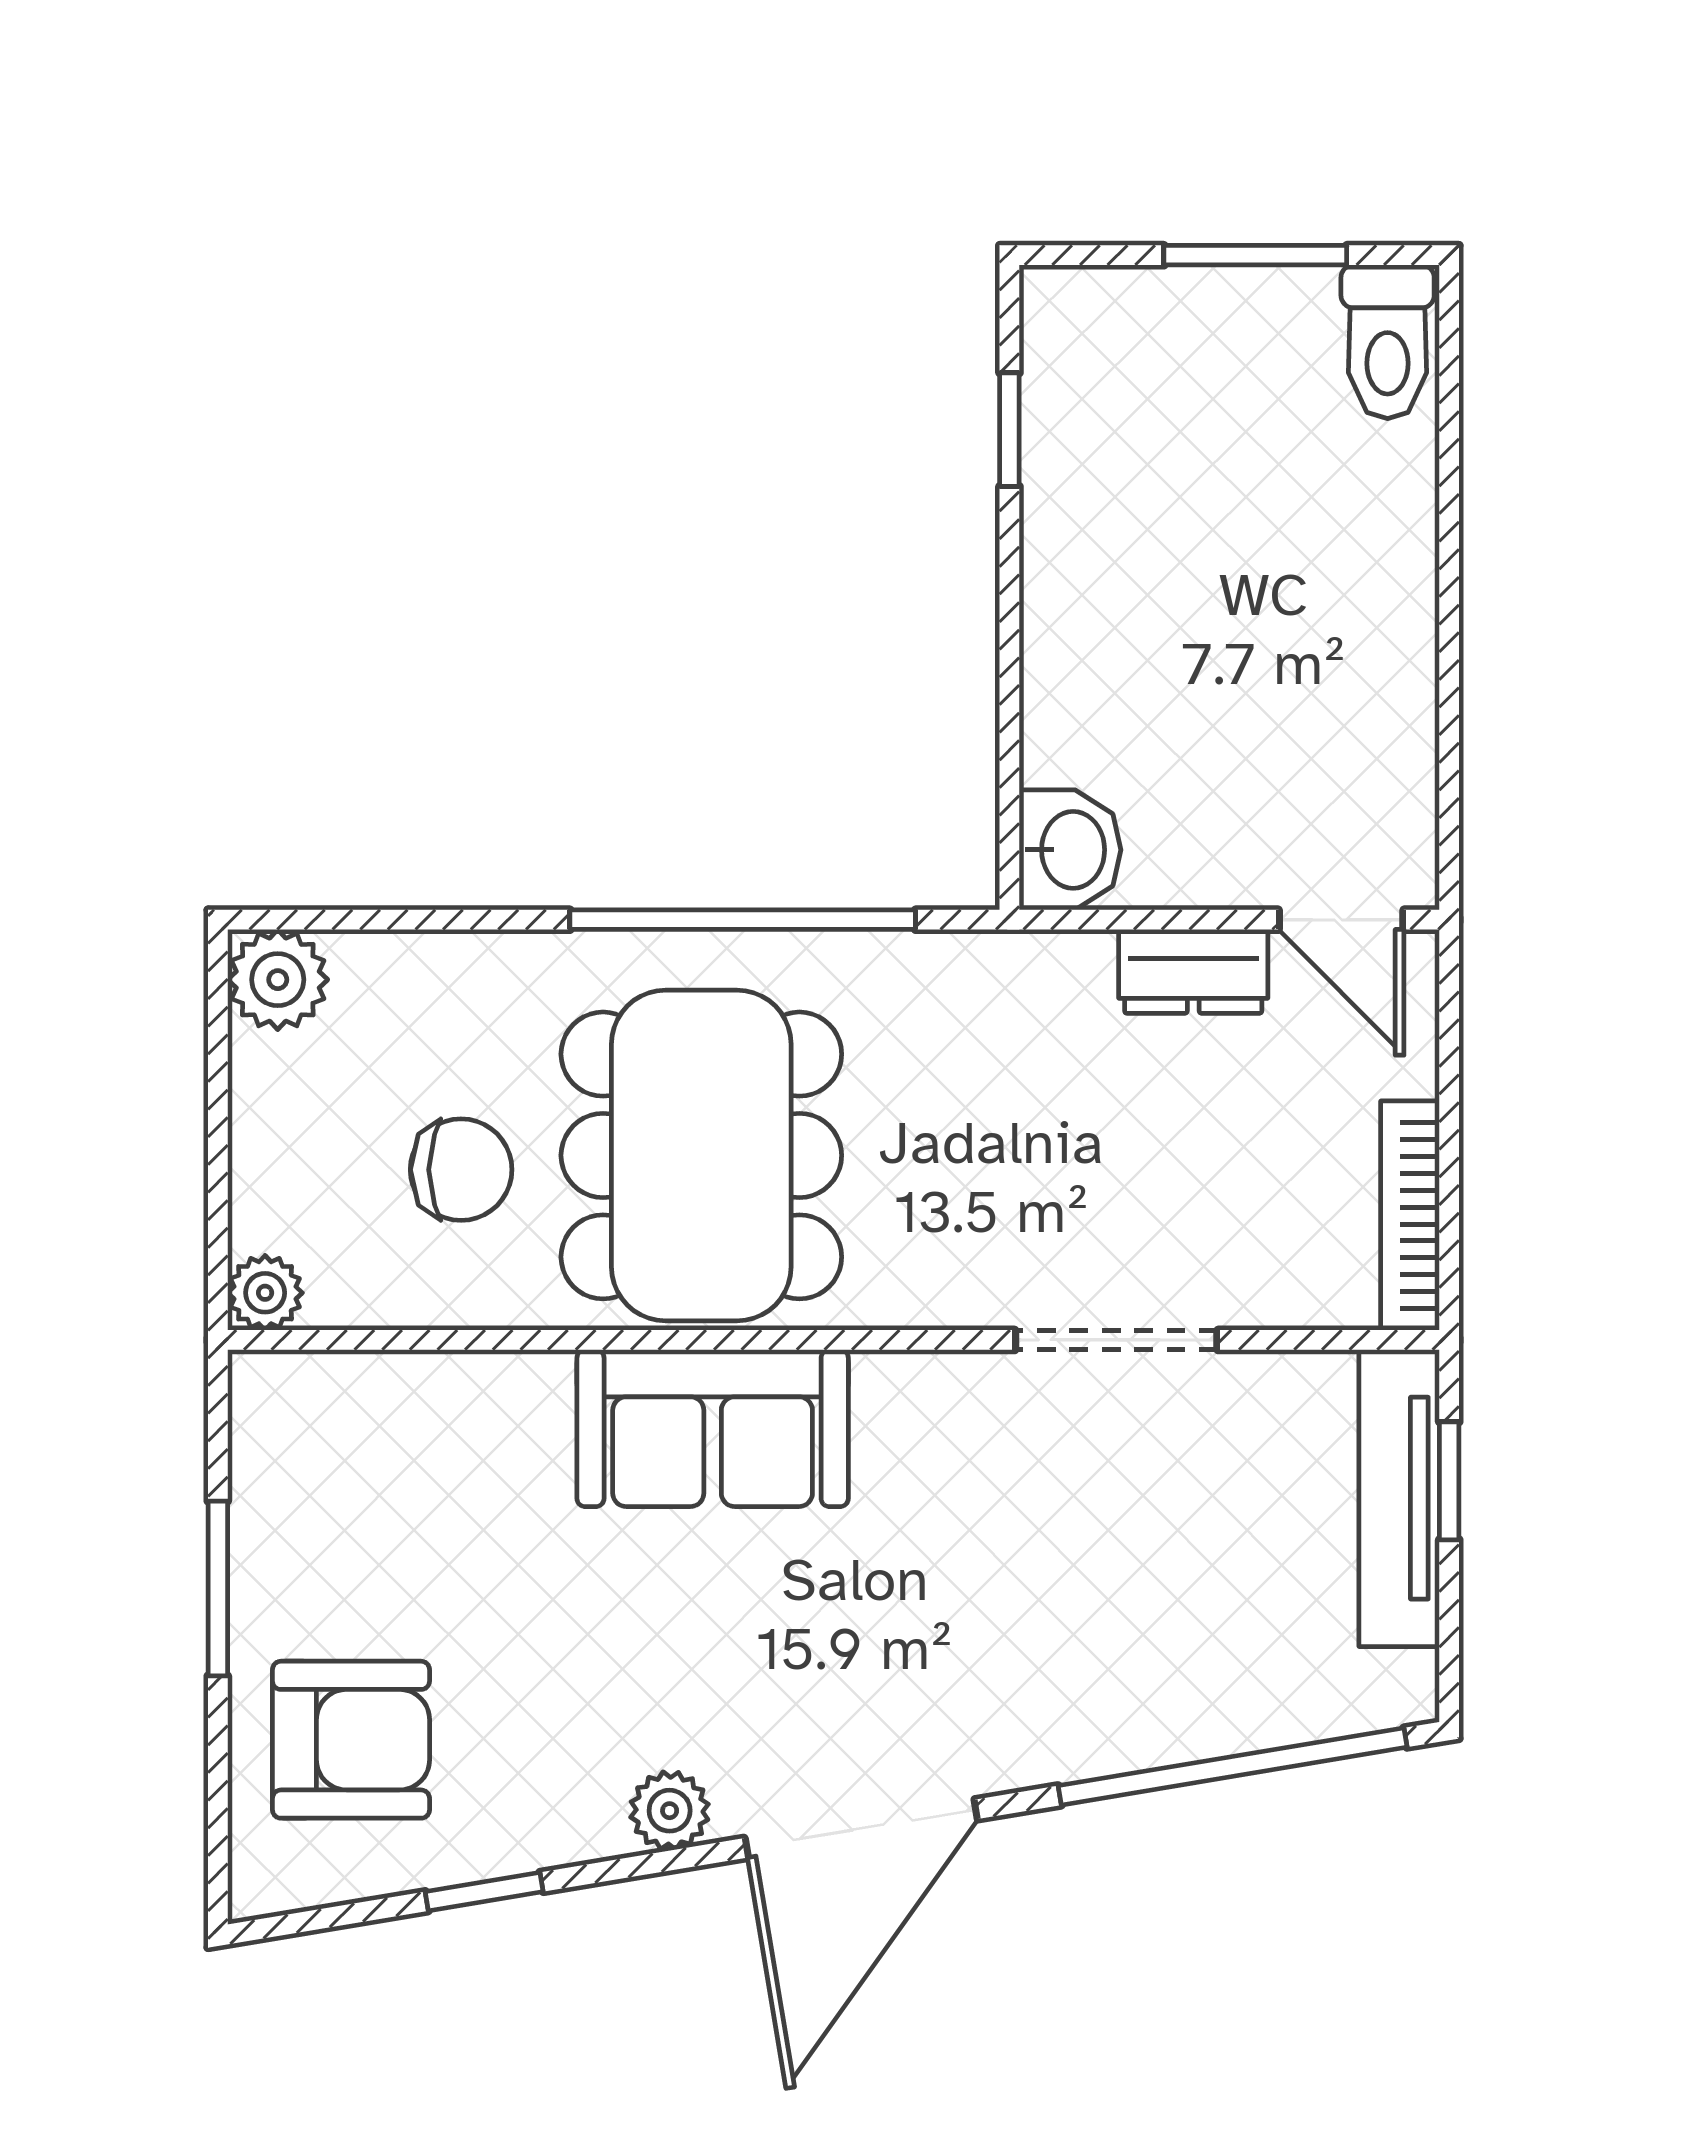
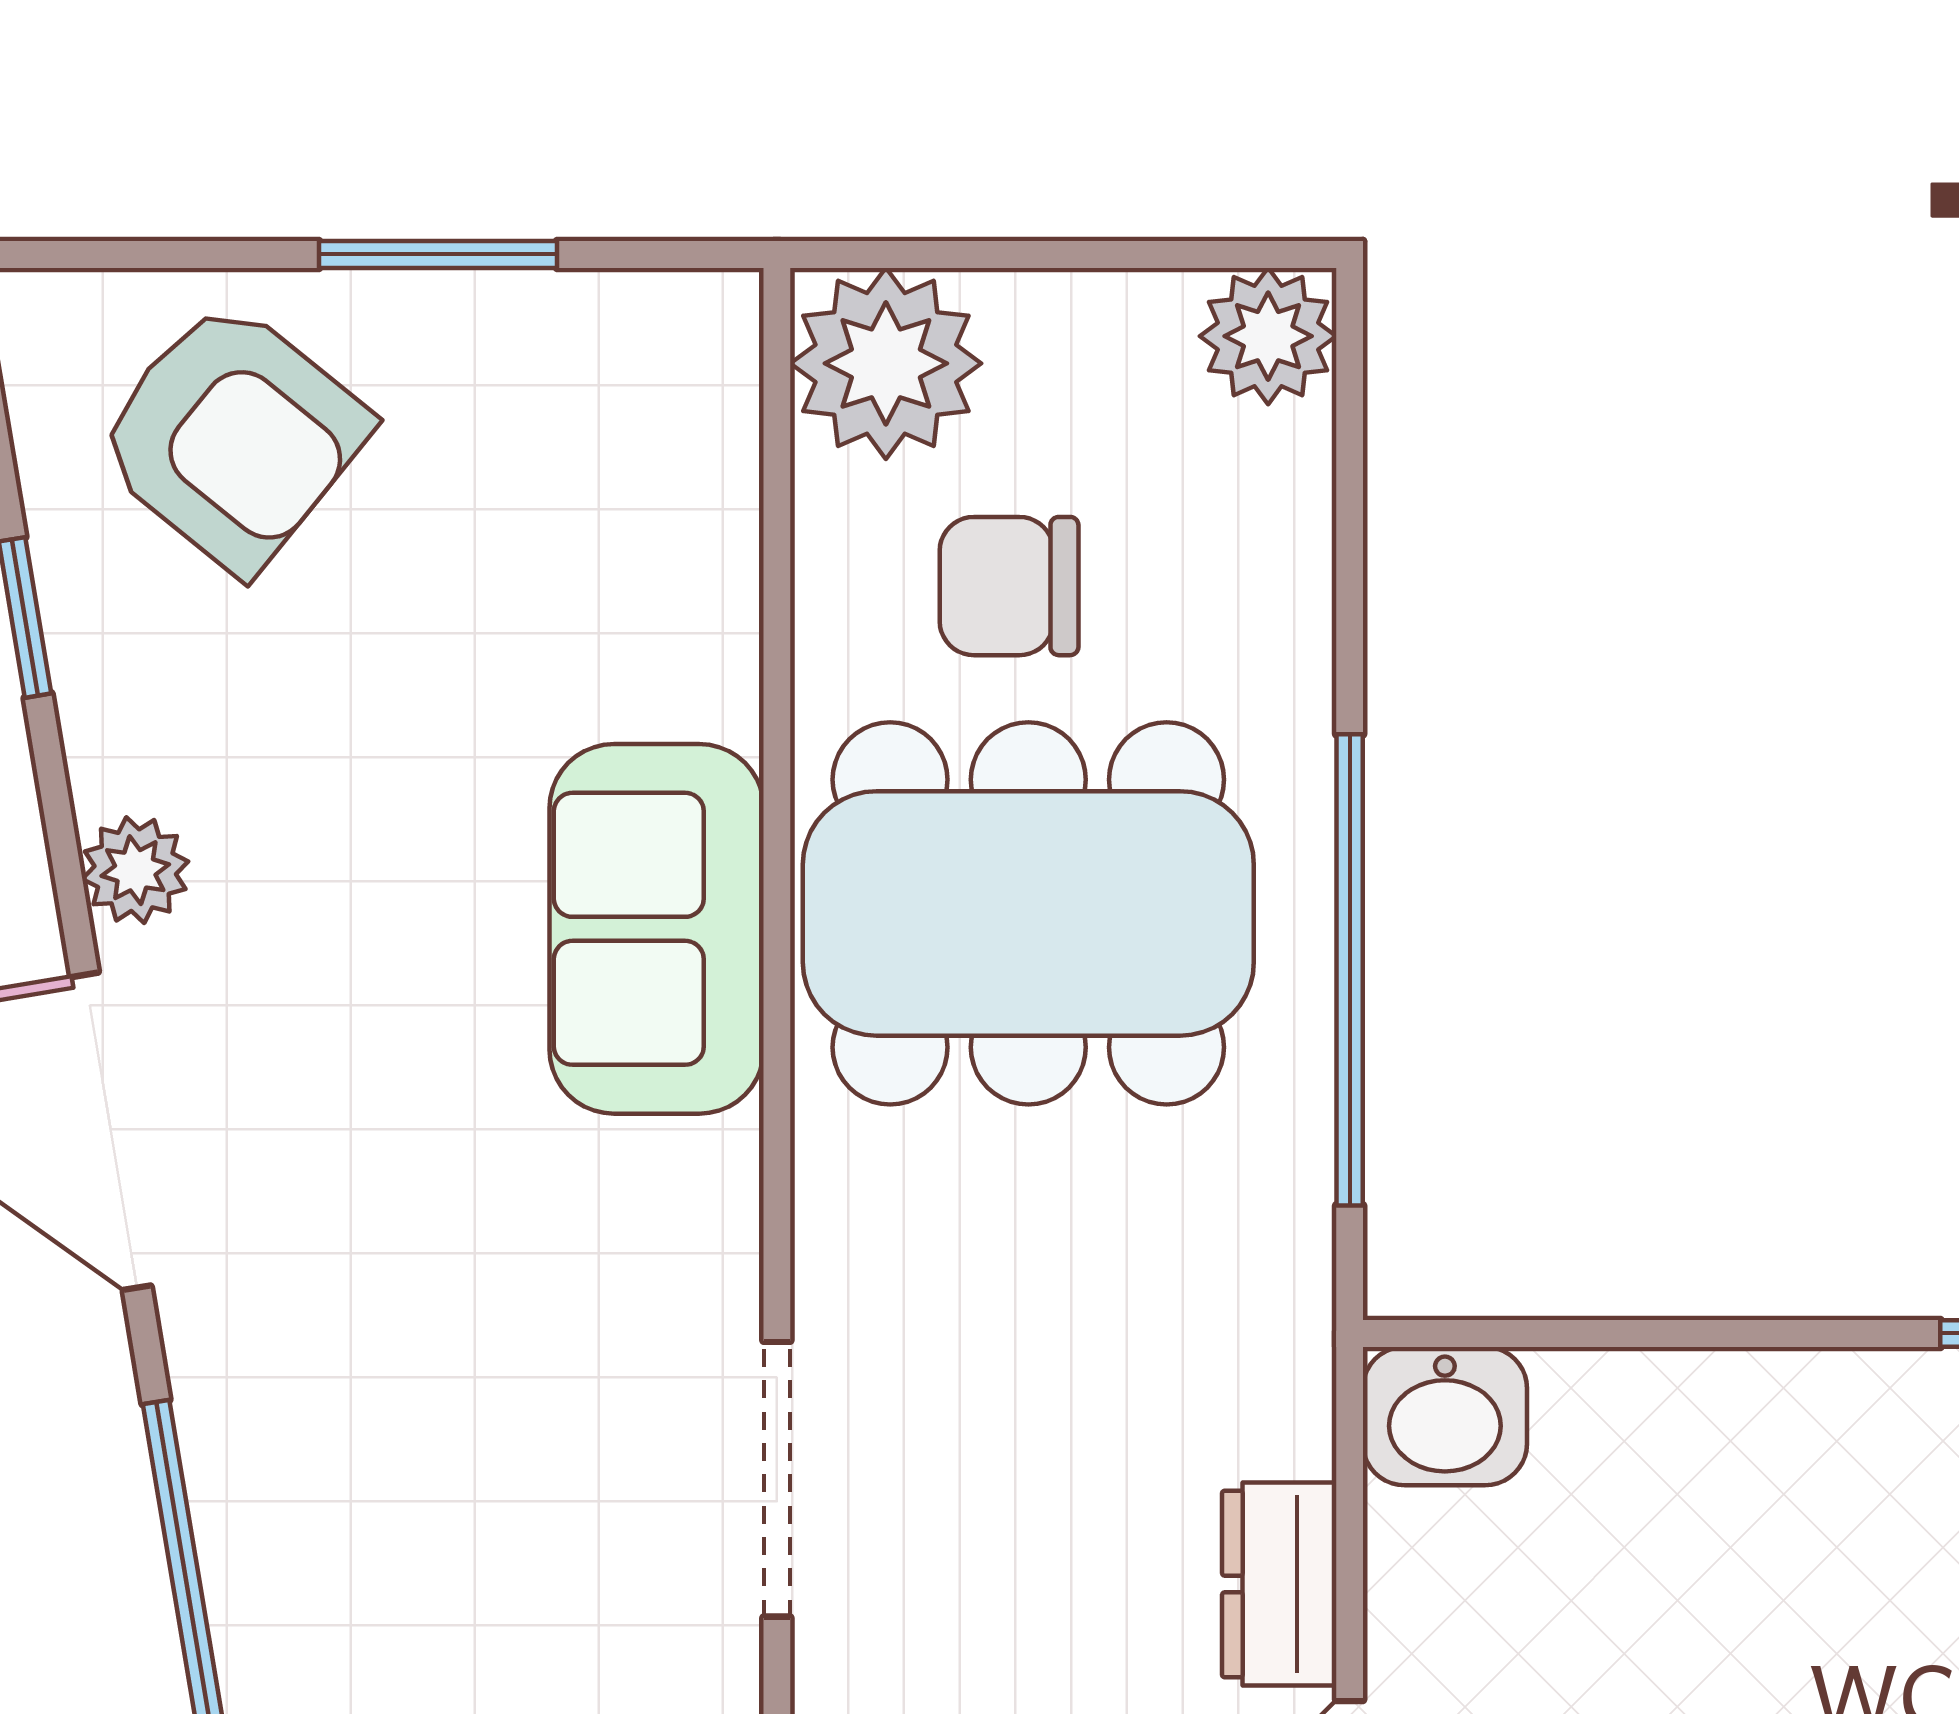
chair: (461, 1170) -> (1009, 586), turned 90
plant: (265, 1293) -> (886, 363), width x1.87, depth x1.87
armchair: (351, 1740) -> (232, 436), turned -51

